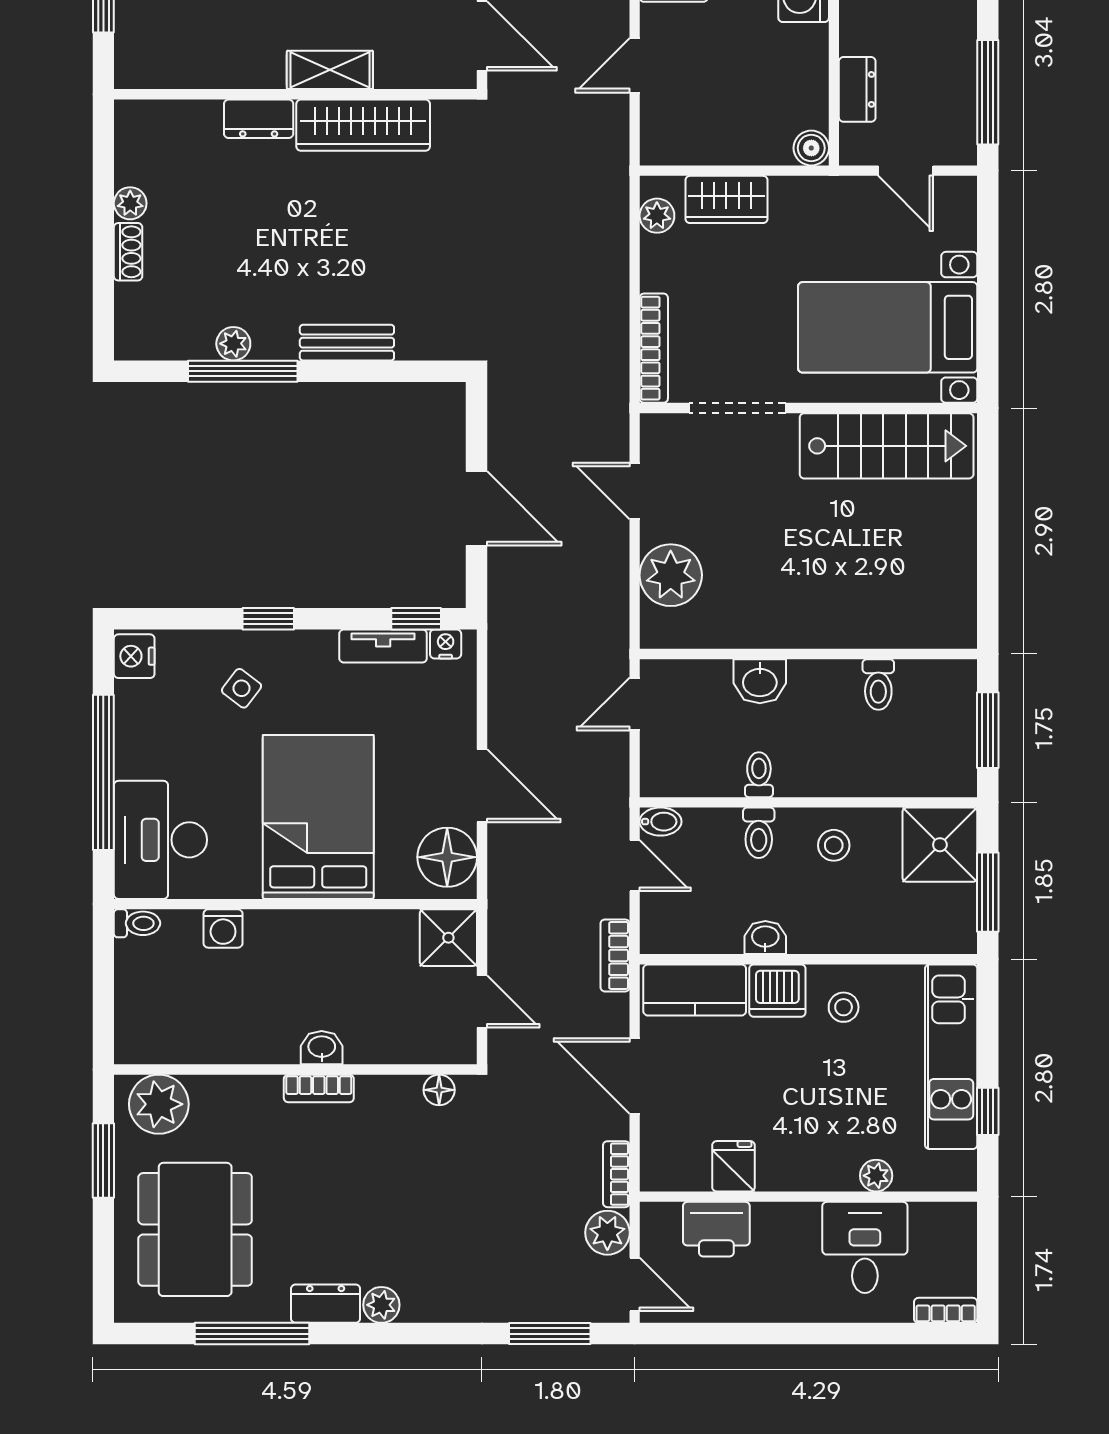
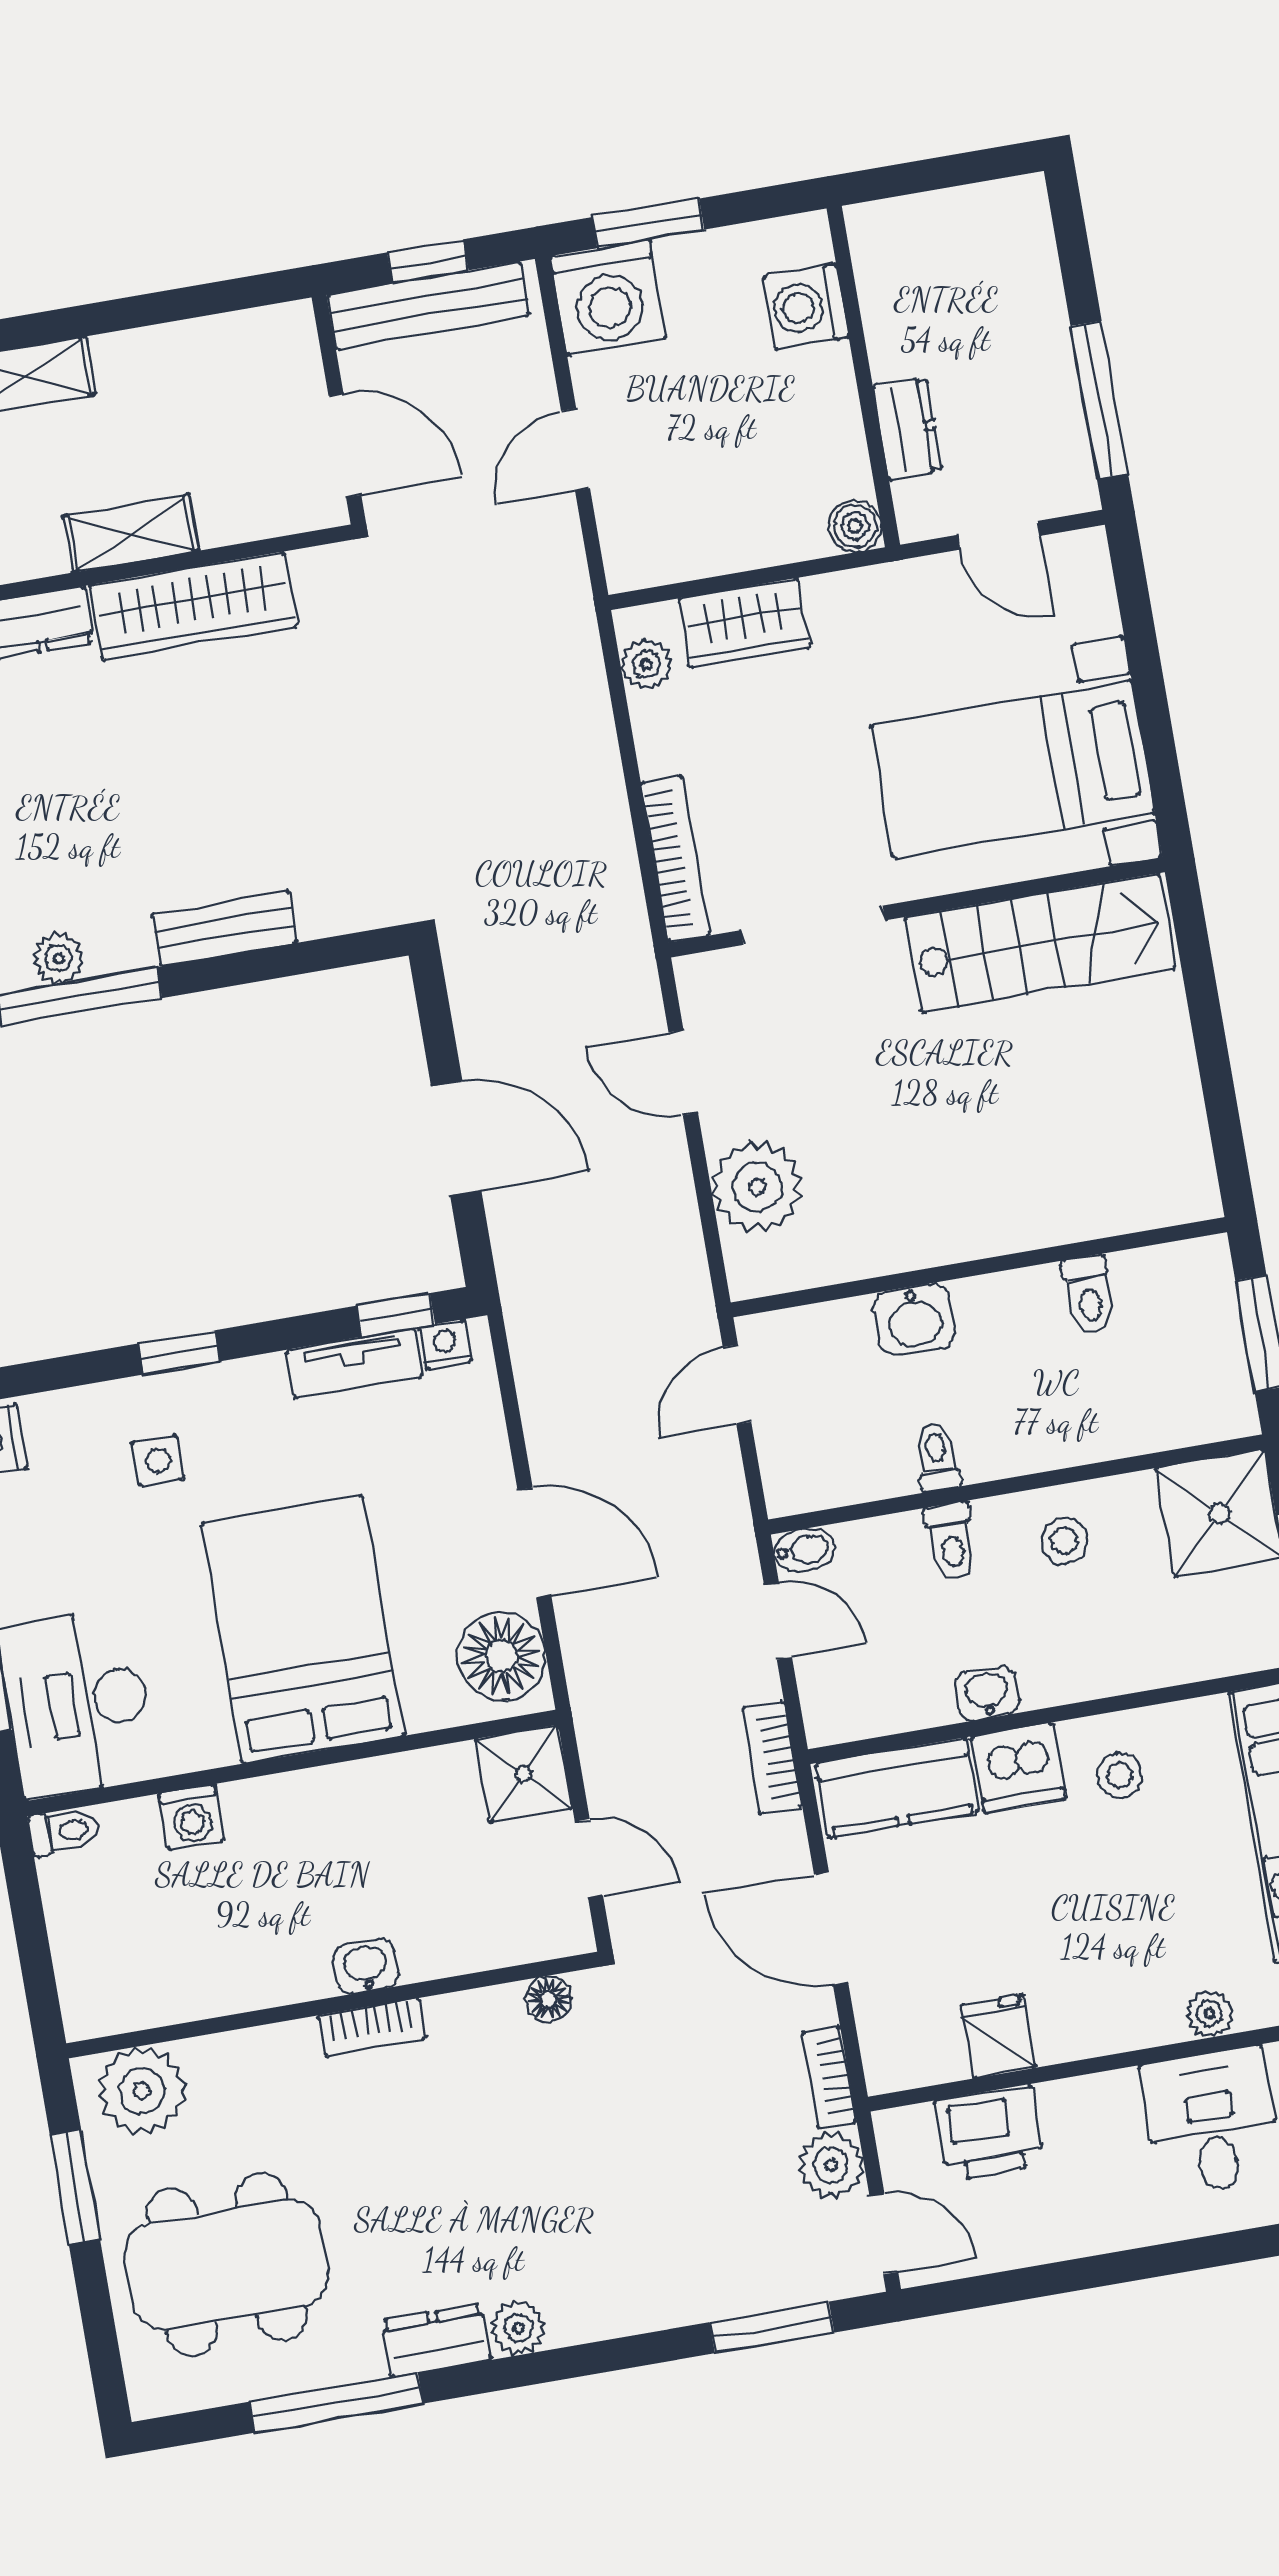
side table: (242, 688) -> (158, 1461), turned -37
dining table: (195, 1229) -> (227, 2265), turned 90

